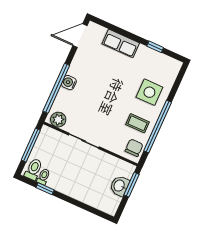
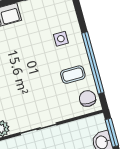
side table: (149, 92) -> (61, 39), width x0.54, depth x0.54

